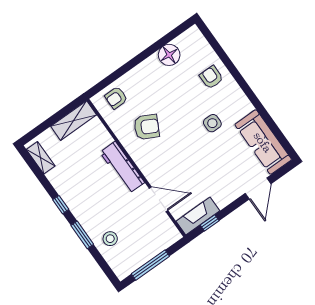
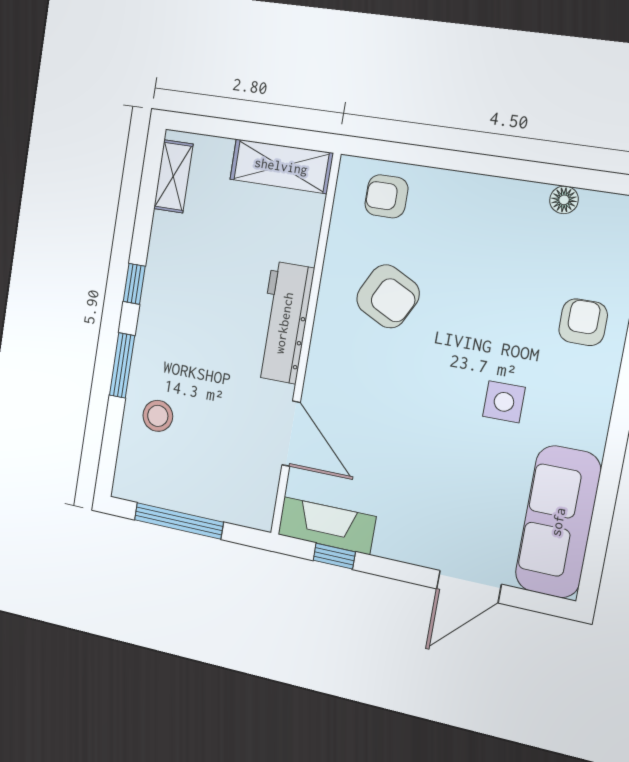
floor lamp: (169, 55) -> (564, 200), width x0.53, depth x0.53

